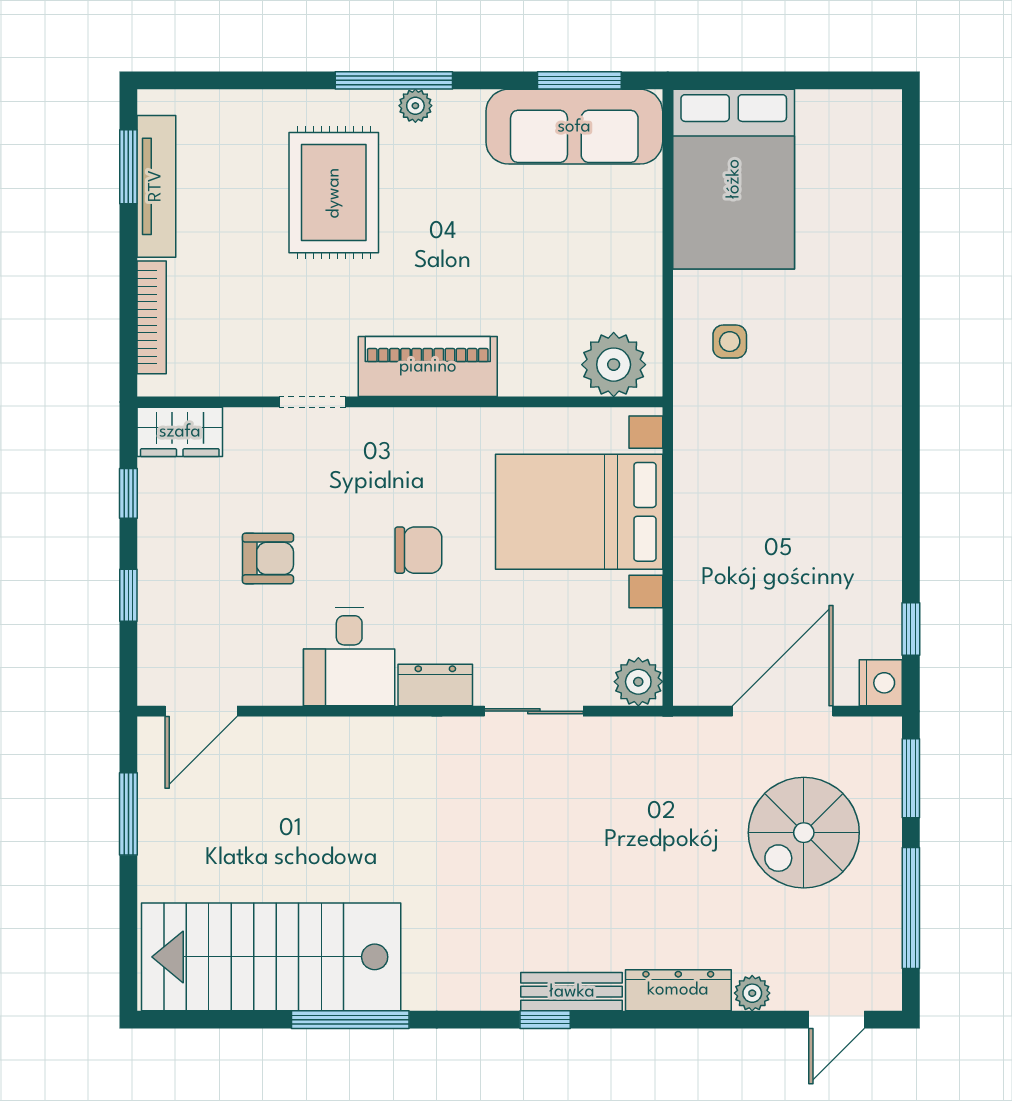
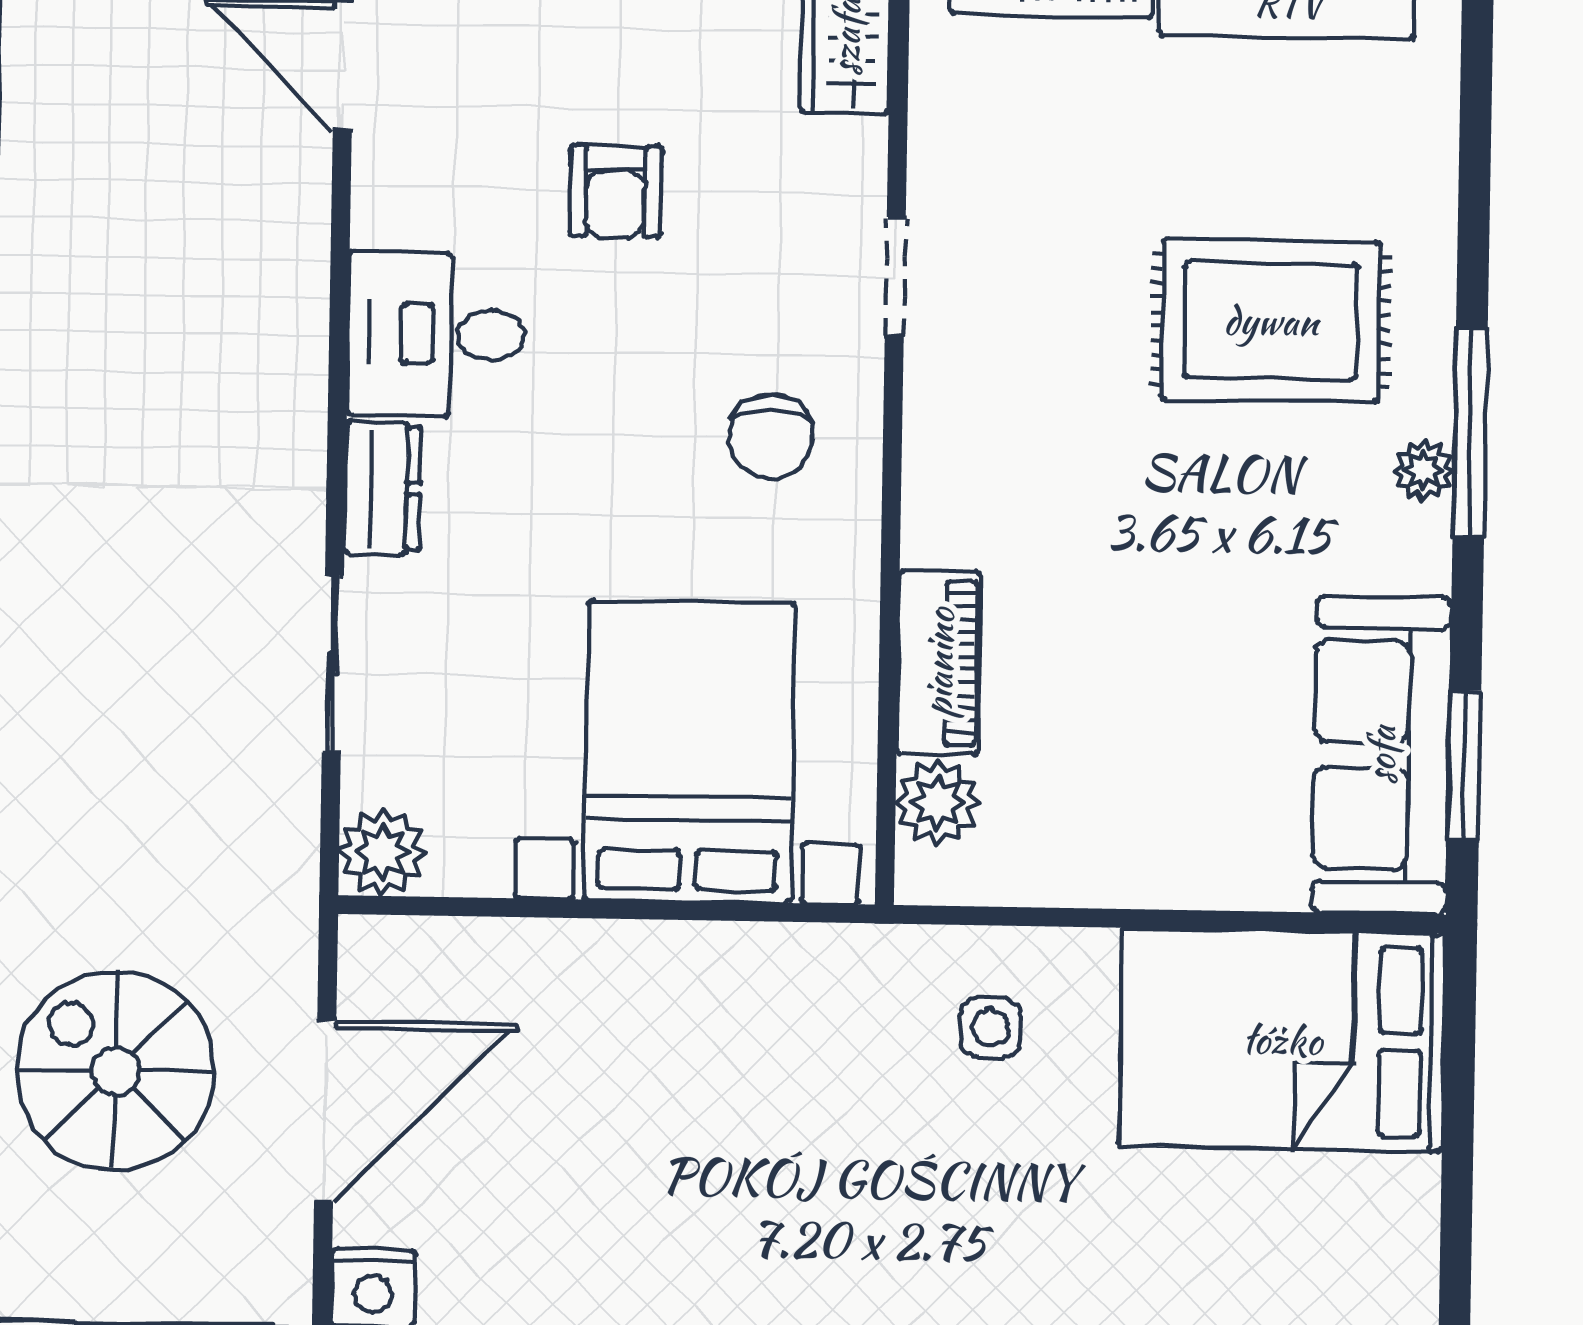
plant: (614, 365) -> (938, 803), width x0.73, depth x0.73
piano: (428, 367) -> (939, 663), moved, width x0.73, depth x0.75
chair: (418, 550) -> (770, 437), moved
door: (783, 711) -> (325, 1111), hinge flipped
spiral stairs: (804, 833) -> (115, 1071), moved

